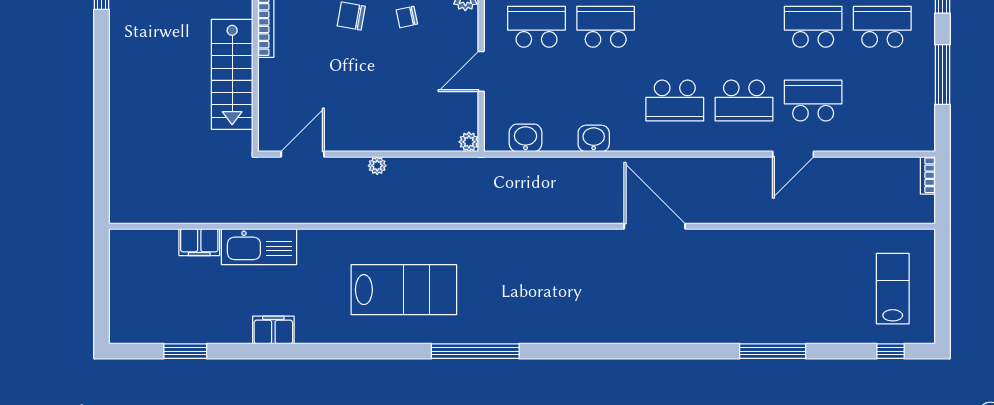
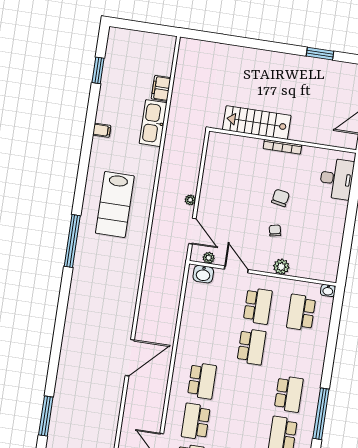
school desk: (675, 101) -> (202, 381), turned 180
washbasin: (525, 138) -> (203, 274), moved, turned 90
washbasin: (594, 138) -> (187, 330), removed
plant: (469, 142) -> (209, 258), moved
door: (303, 154) -> (192, 231), moved
filing cabinet: (273, 330) -> (102, 130), width x0.50

